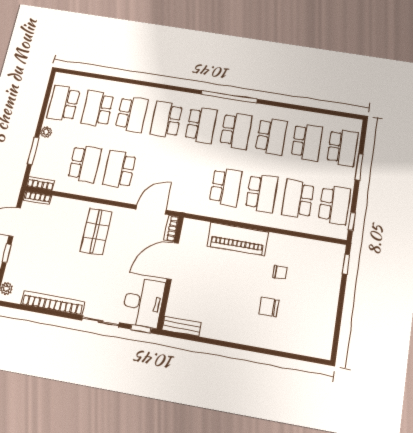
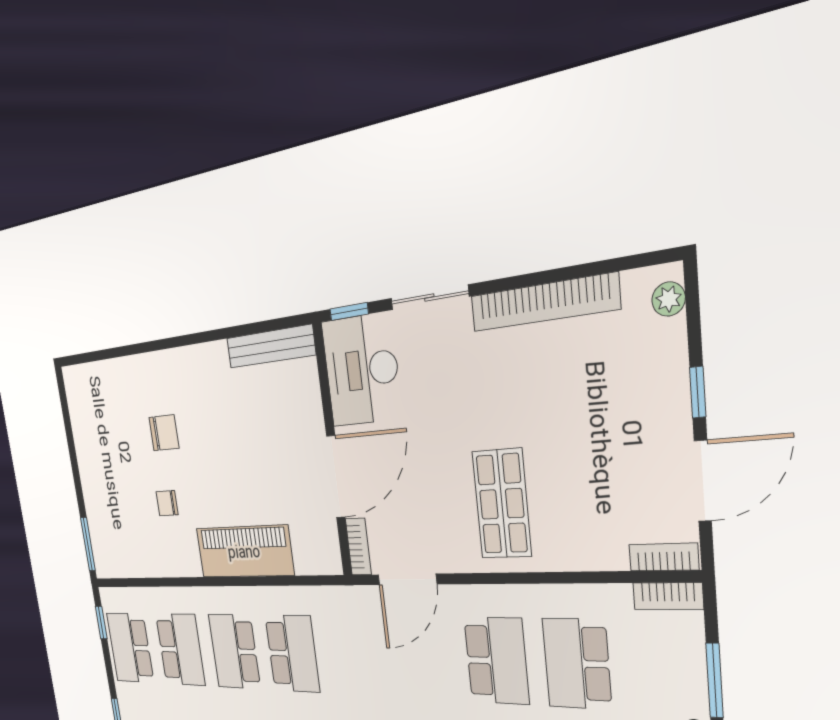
school desk: (226, 187) -> (292, 654), turned 180
window: (346, 264) -> (88, 544), width x1.50
bench: (181, 326) -> (271, 346), width x1.36

